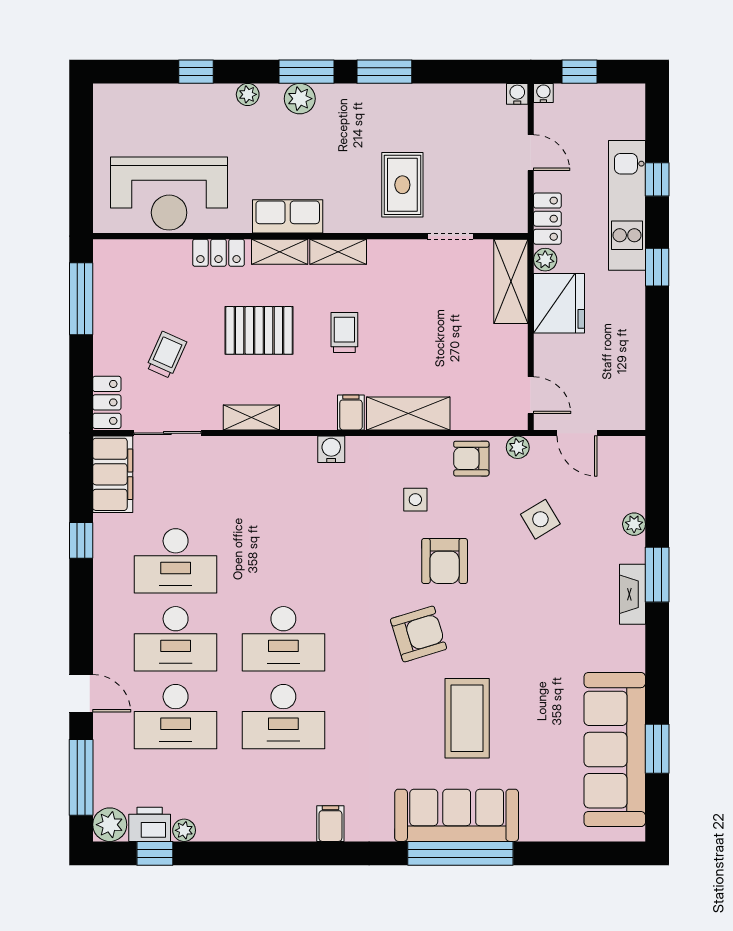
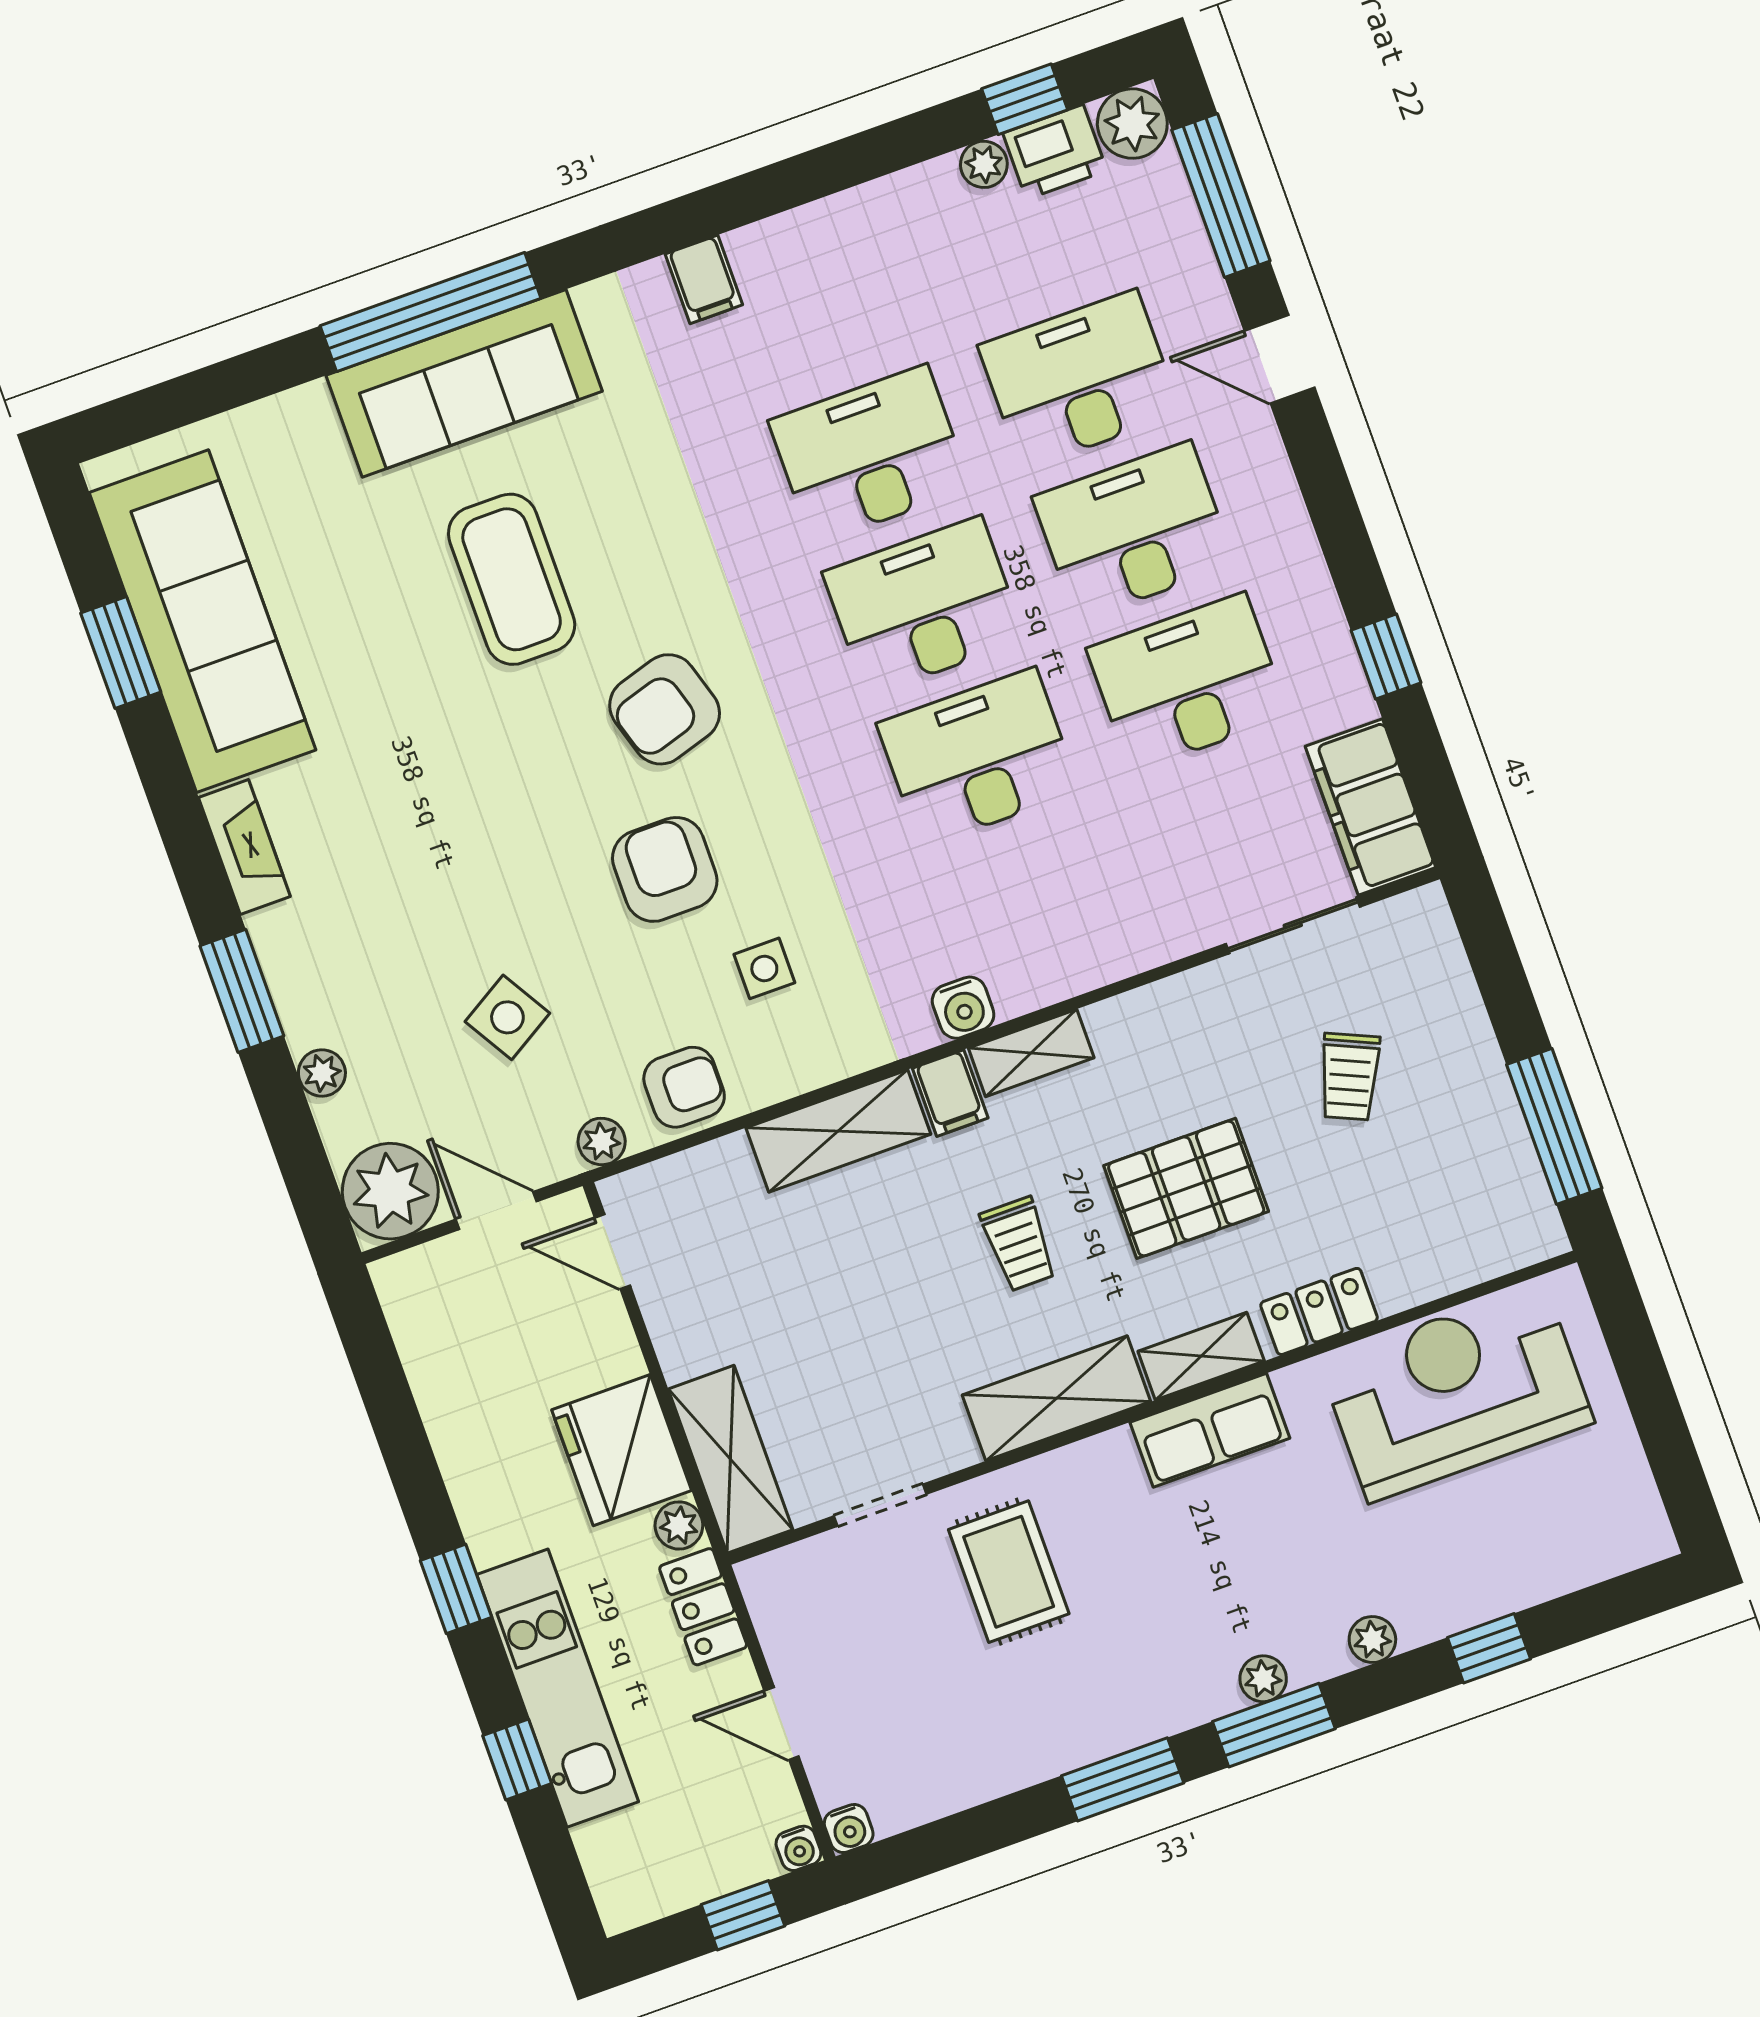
plant: (300, 99) -> (1263, 1679), width x0.73, depth x0.73
shelving: (338, 252) -> (1056, 1398), width x1.50, depth x1.33
locker: (107, 402) -> (1432, 943), removed
shelving: (251, 418) -> (1031, 1053), moved
plant: (622, 459) -> (390, 1191), added
desk: (283, 561) -> (978, 757), added
fireplace: (632, 594) -> (244, 847), moved

